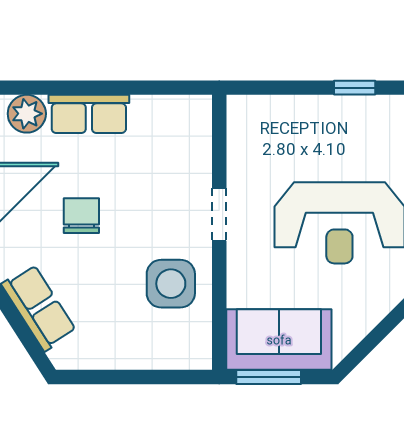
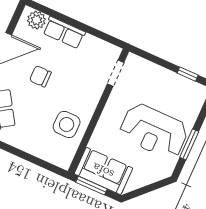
doorway: (219, 214) -> (116, 73), moved
chair: (81, 216) -> (40, 76), turned -90

